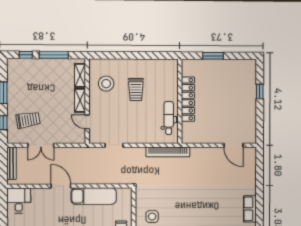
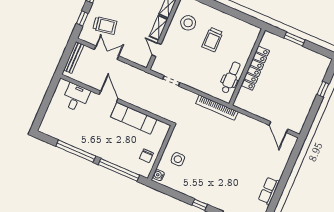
double door: (41, 145) -> (107, 53), swing flipped
desk: (19, 200) -> (76, 98), moved

